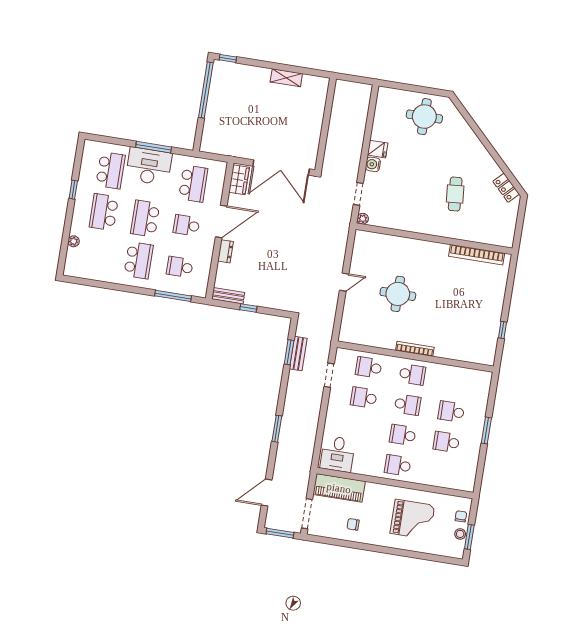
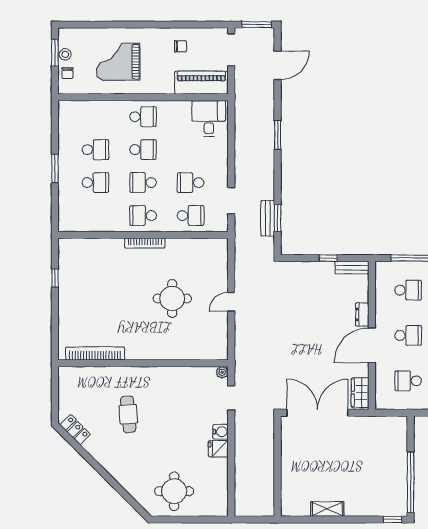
school desk: (193, 184) -> (408, 381), width x0.54
school desk: (364, 398) -> (191, 183), turned 180

